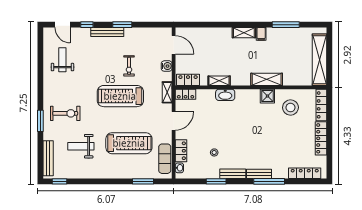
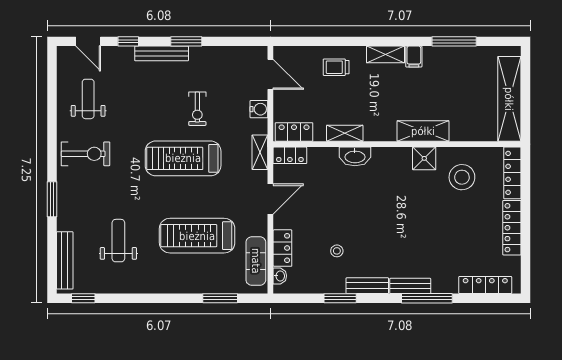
trolley: (214, 40) -> (336, 67), added
exercise bike: (65, 113) -> (86, 154), moved
treadmill: (129, 143) -> (197, 236), turned 180
weight bench: (81, 146) -> (118, 241), turned 90

